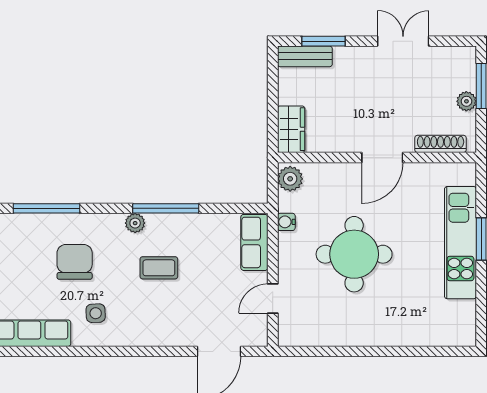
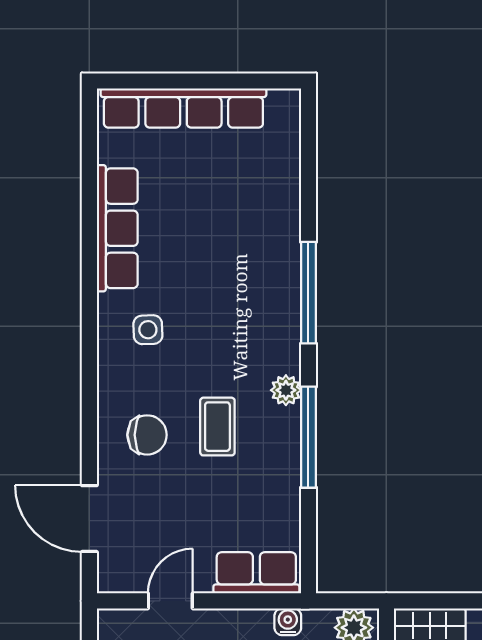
window: (46, 208) -> (308, 293), moved
chair: (75, 262) -> (147, 435), moved, width x0.73, depth x0.73
door: (273, 299) -> (170, 601), hinge flipped

